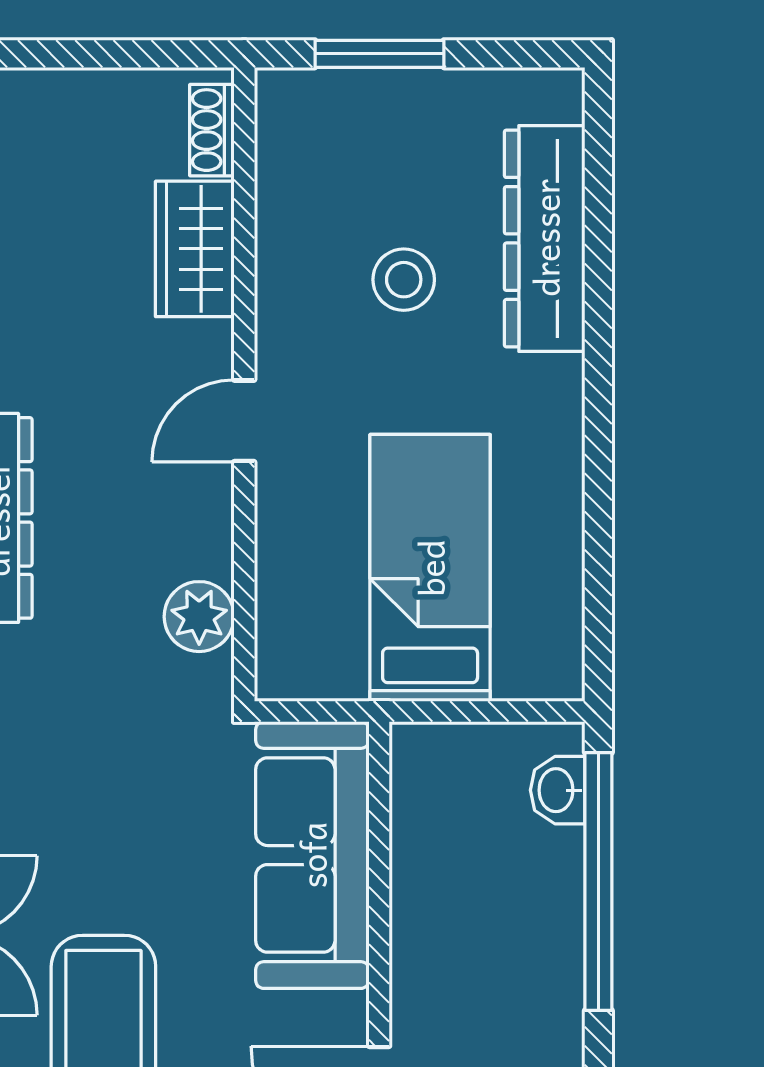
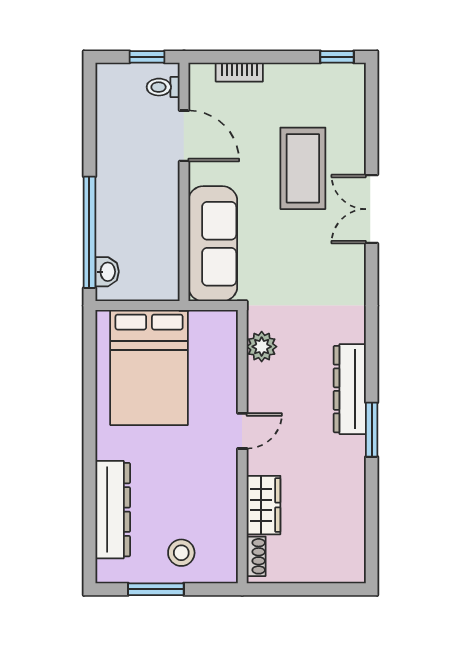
window: (379, 54) -> (156, 589), moved
stool: (404, 280) -> (181, 553), moved
bed: (430, 568) -> (149, 368), width x1.50

